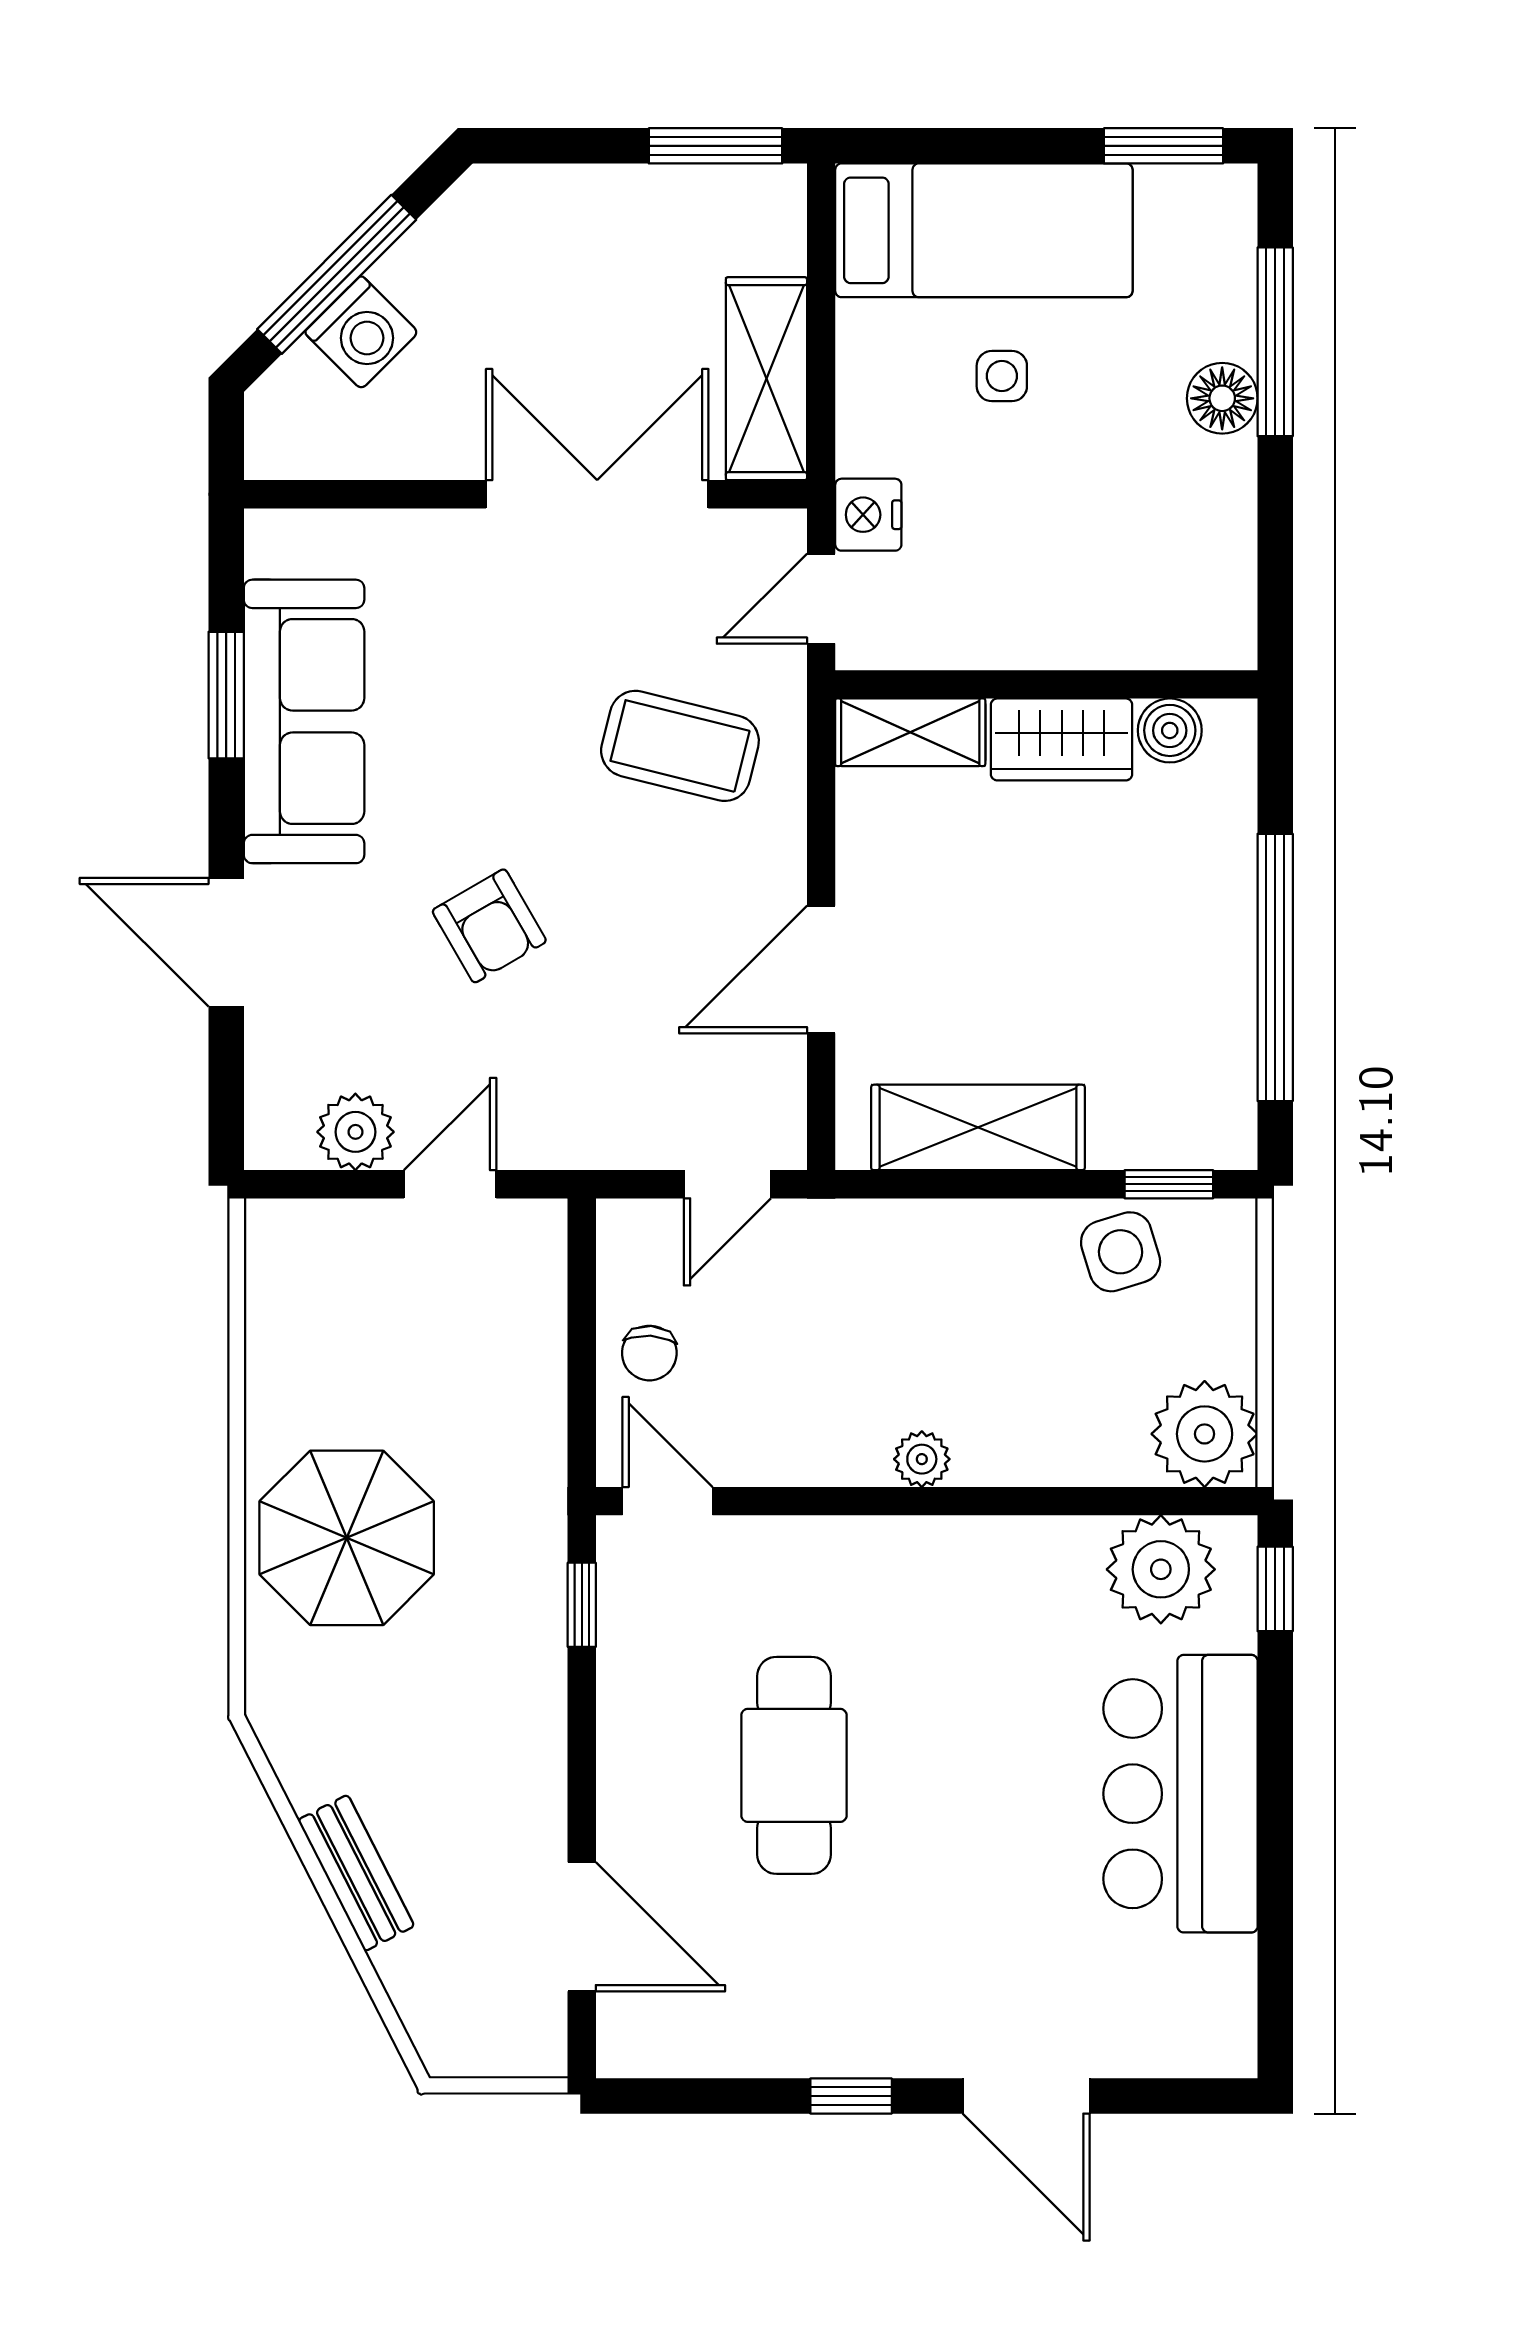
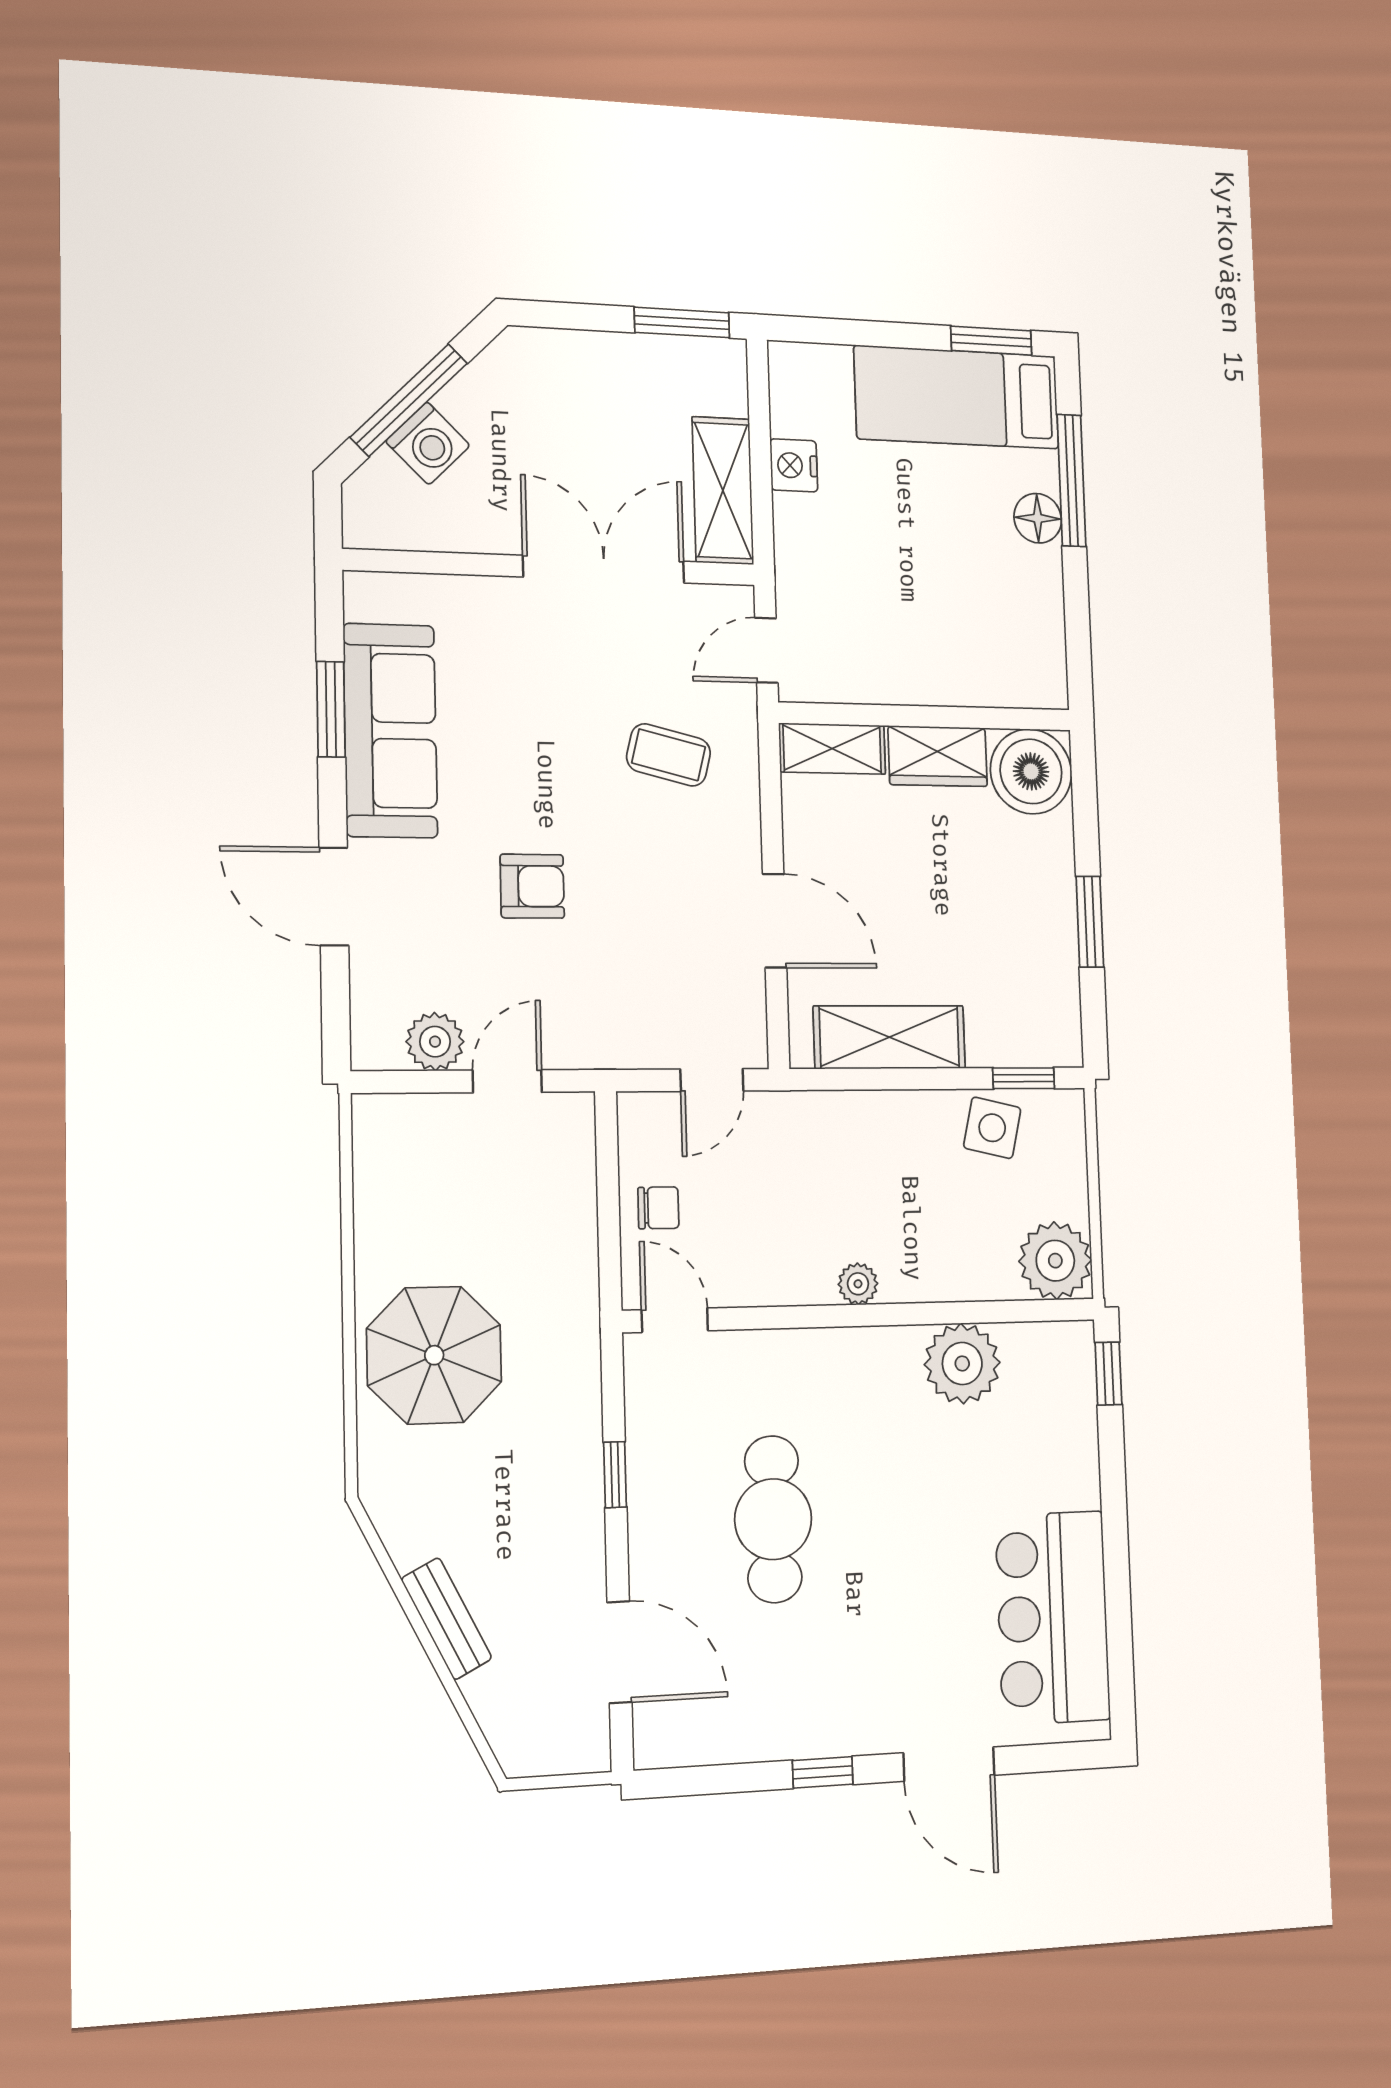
bed: (984, 230) -> (957, 397), moved, turned 180
side table: (1002, 376) -> (887, 496), removed
nightstand: (868, 515) -> (794, 465), moved
boiler: (1170, 730) -> (1031, 771), width x1.86, depth x1.86
coffee table: (680, 746) -> (669, 755), width x0.73, depth x0.77
armchair: (489, 926) -> (532, 886), turned -60
window: (1275, 967) -> (1090, 922), width x0.47
door: (821, 969) -> (775, 921), swing flipped
side table: (1121, 1252) -> (992, 1128), turned 30
chair: (649, 1353) -> (658, 1208), turned -94
plant: (1161, 1569) -> (962, 1363), moved
window: (582, 1605) -> (615, 1475), moved
bar counter: (1180, 1794) -> (1053, 1618), moved

